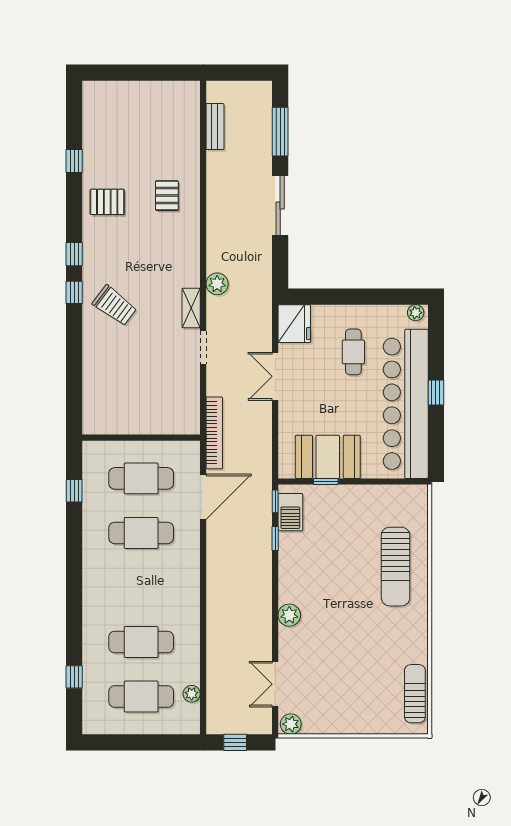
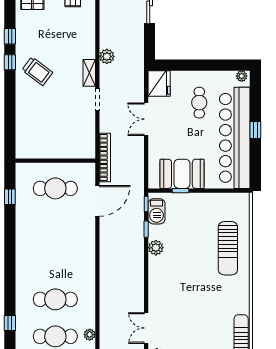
cafe table: (141, 533) -> (55, 225), removed
plant: (289, 615) -> (156, 248), moved

